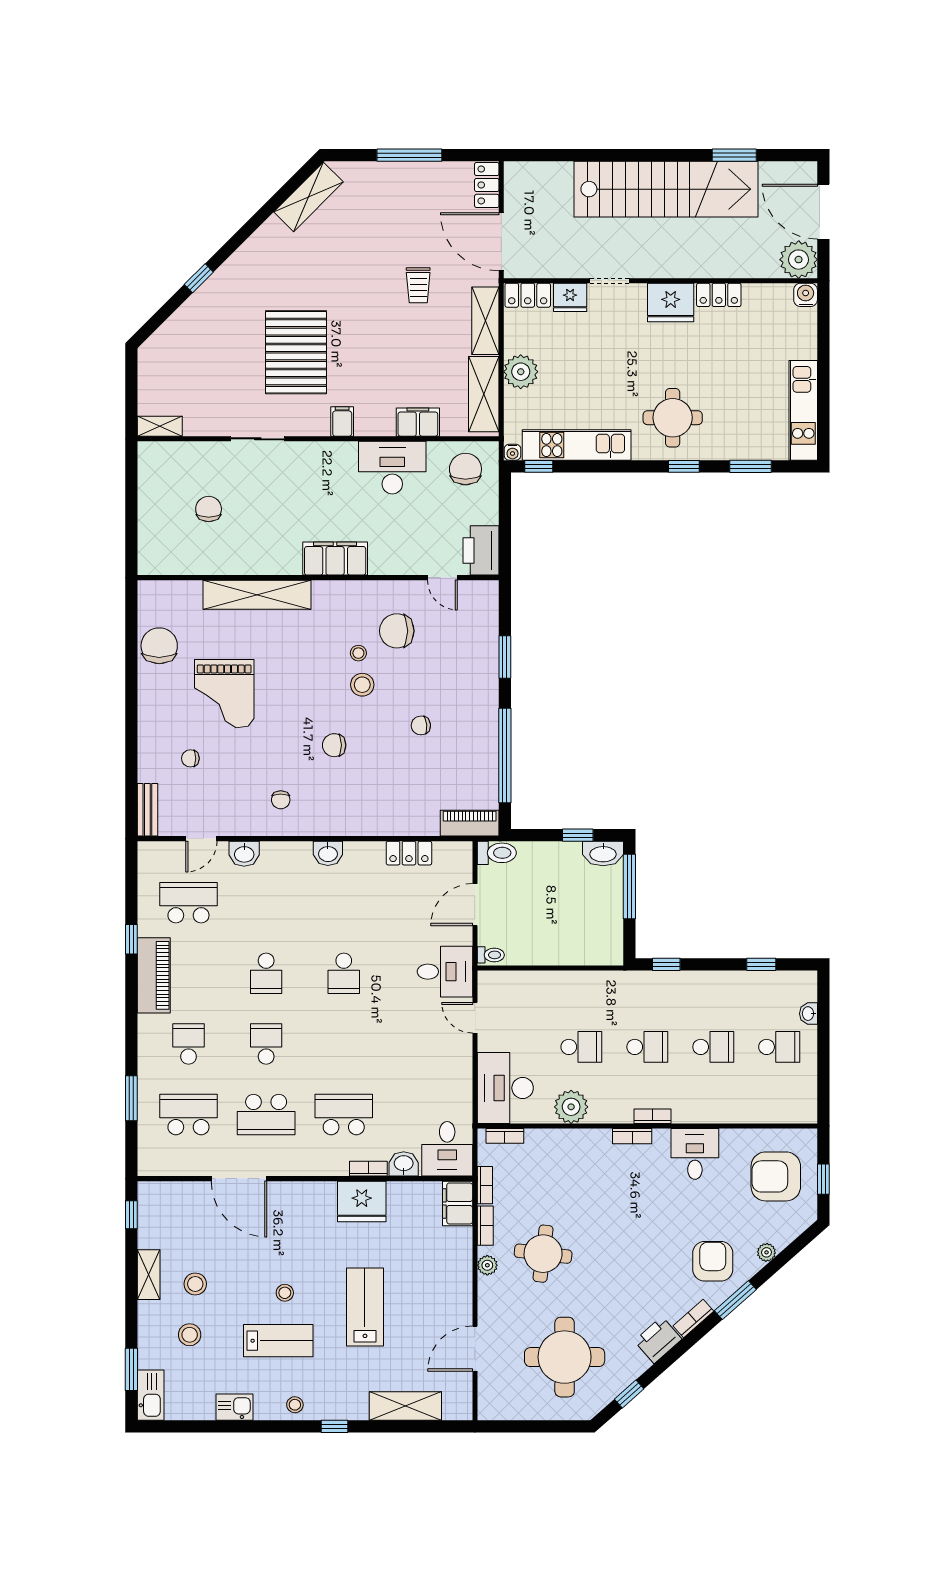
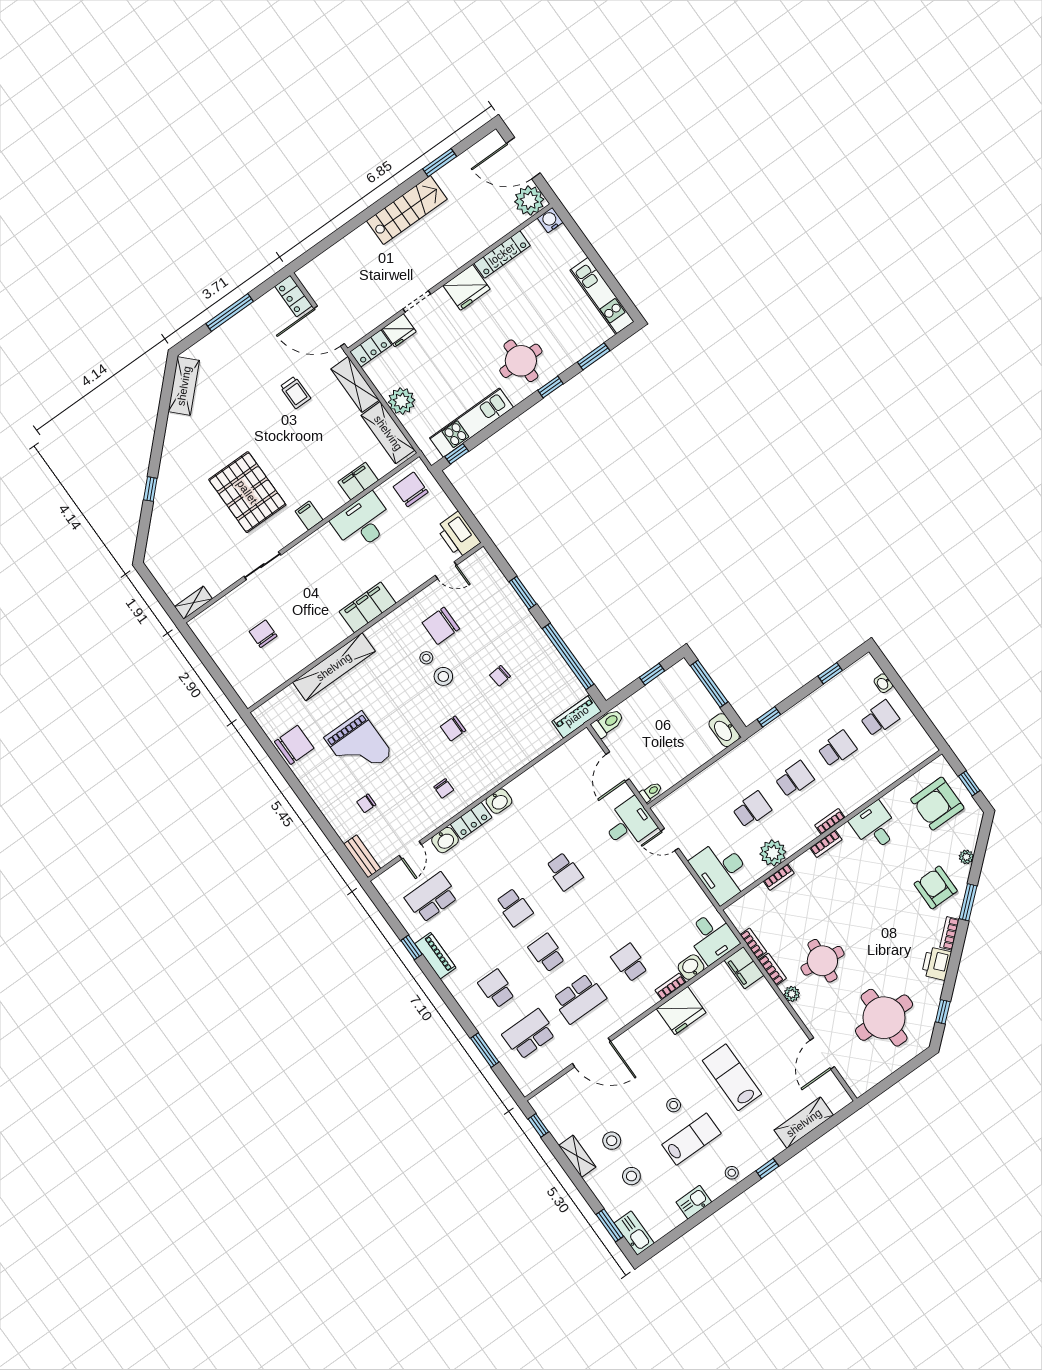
stairs: (666, 189) -> (407, 210), width x0.54, depth x0.66
locker: (719, 295) -> (502, 254), width x1.53
water cooler: (512, 452) -> (433, 457), removed
chair: (159, 646) -> (294, 745), turned 90
locker: (409, 853) -> (471, 821), moved
washbasin: (603, 853) -> (724, 730), moved, turned 90
piano: (154, 975) -> (435, 956), width x0.73, depth x0.75
school desk: (344, 1115) -> (630, 963), width x0.54
bookcase: (505, 1136) -> (779, 877), moved

